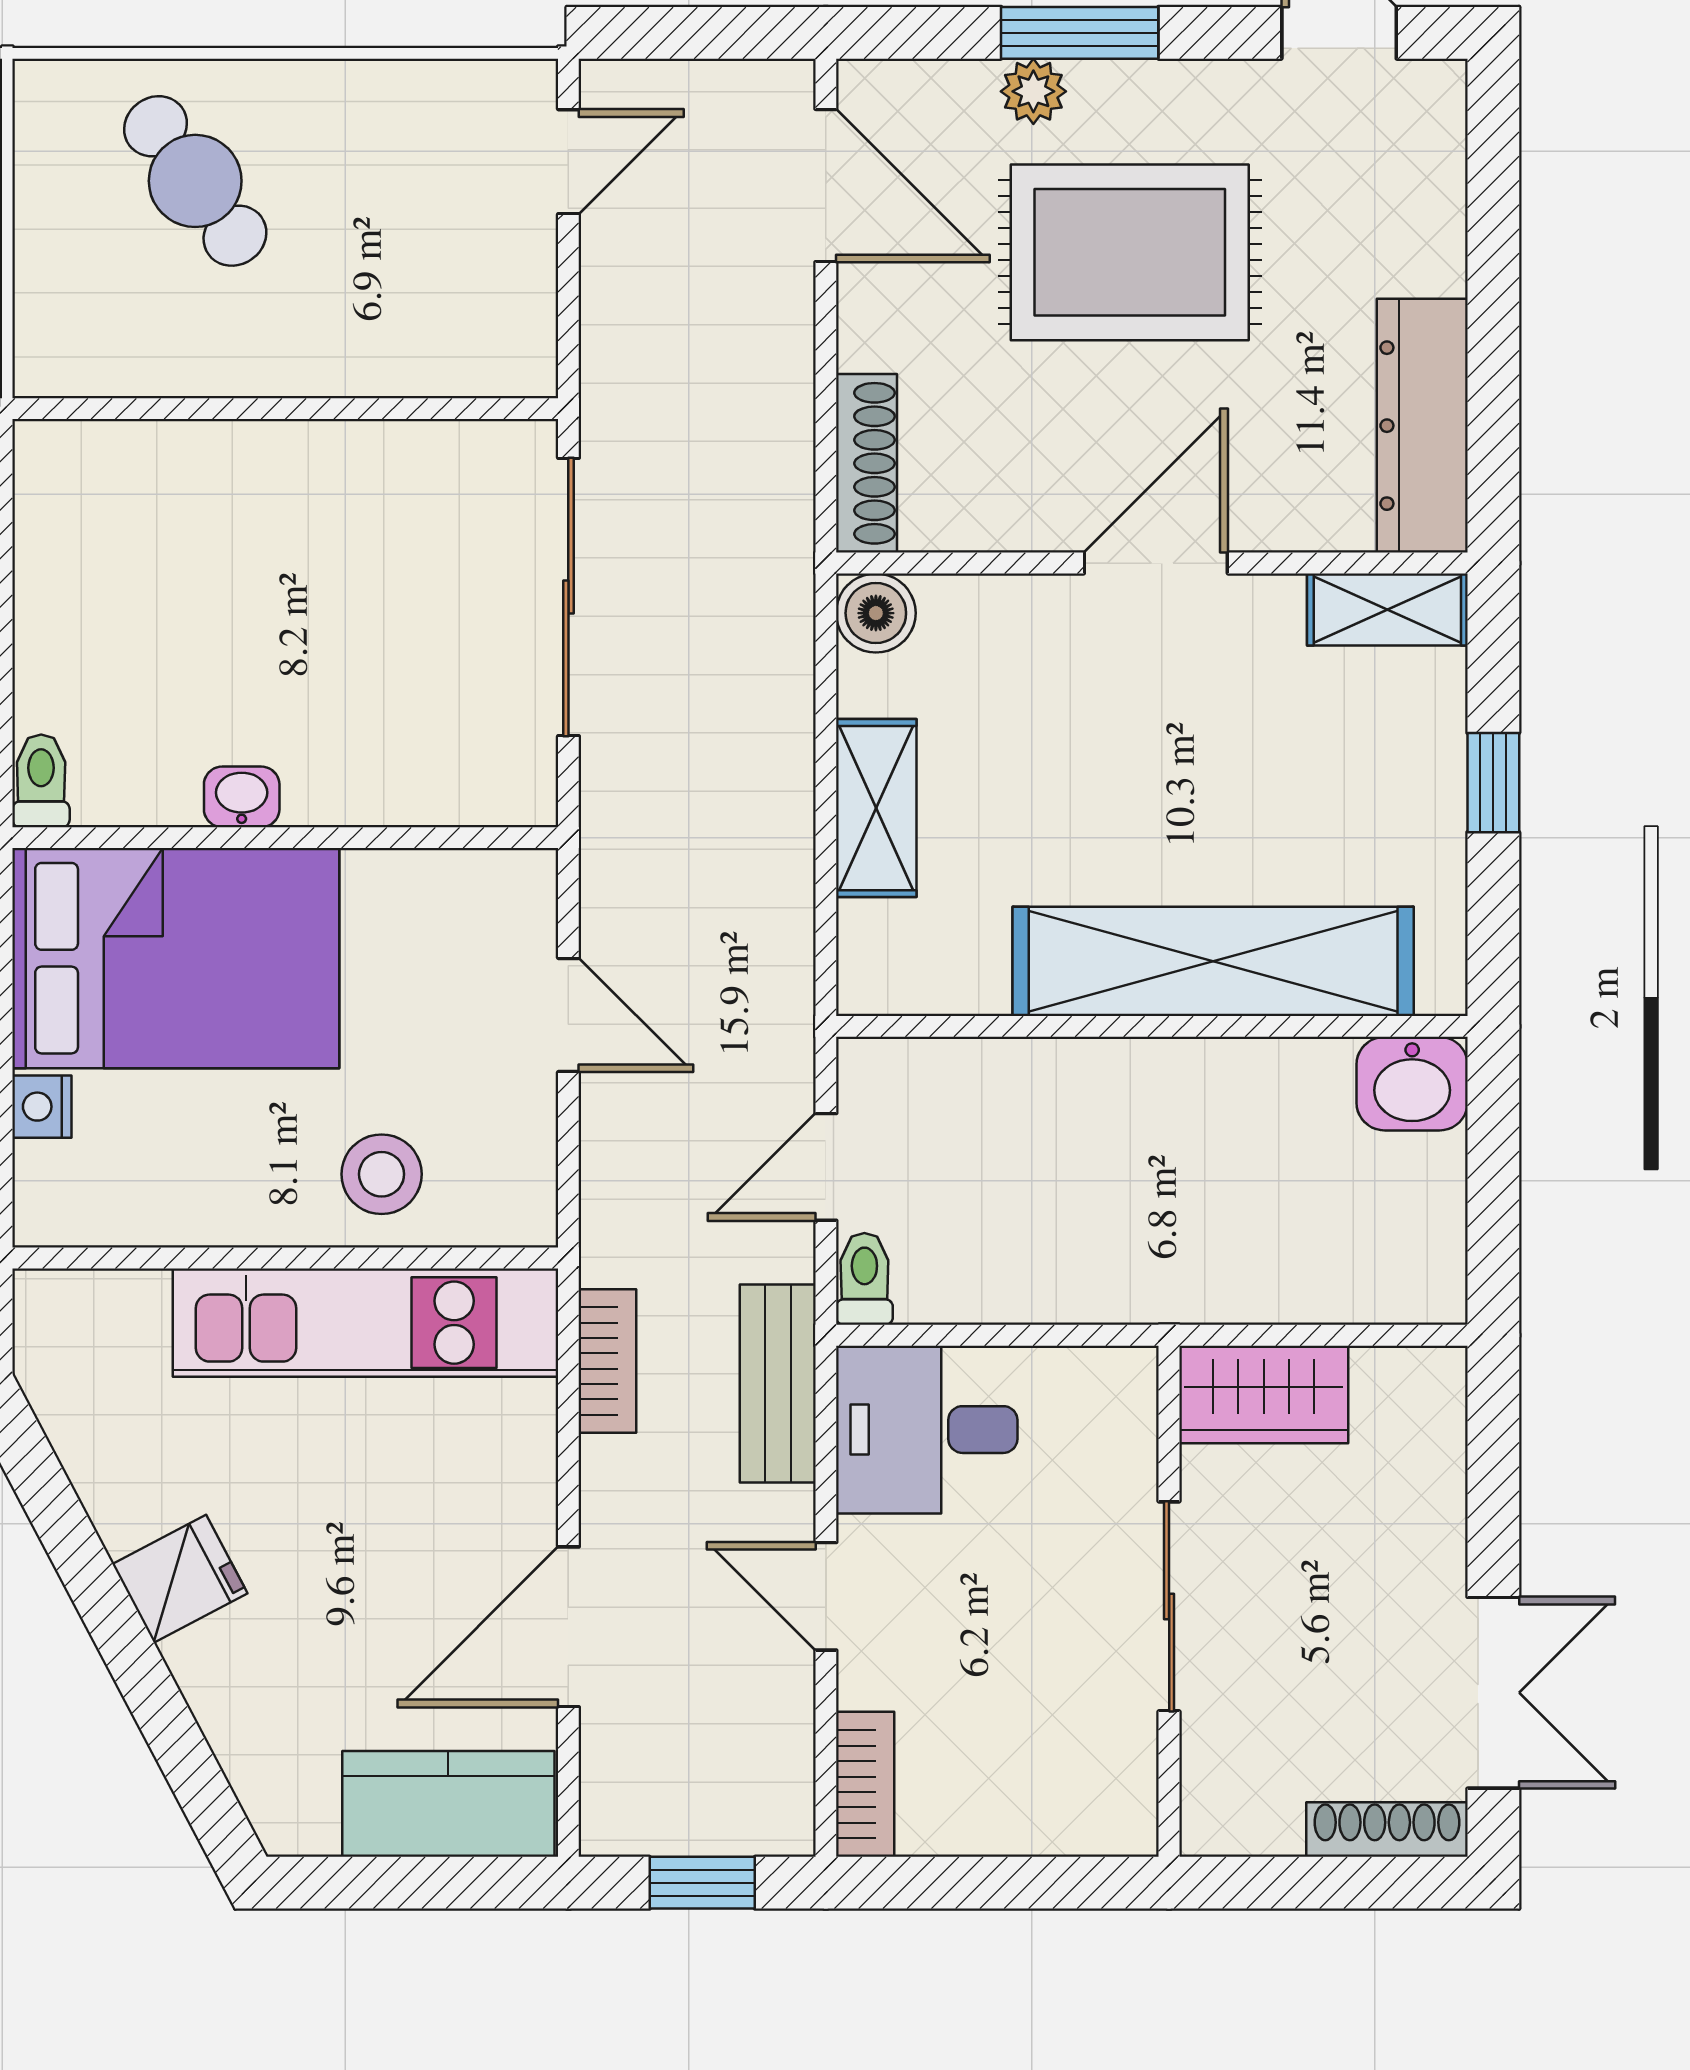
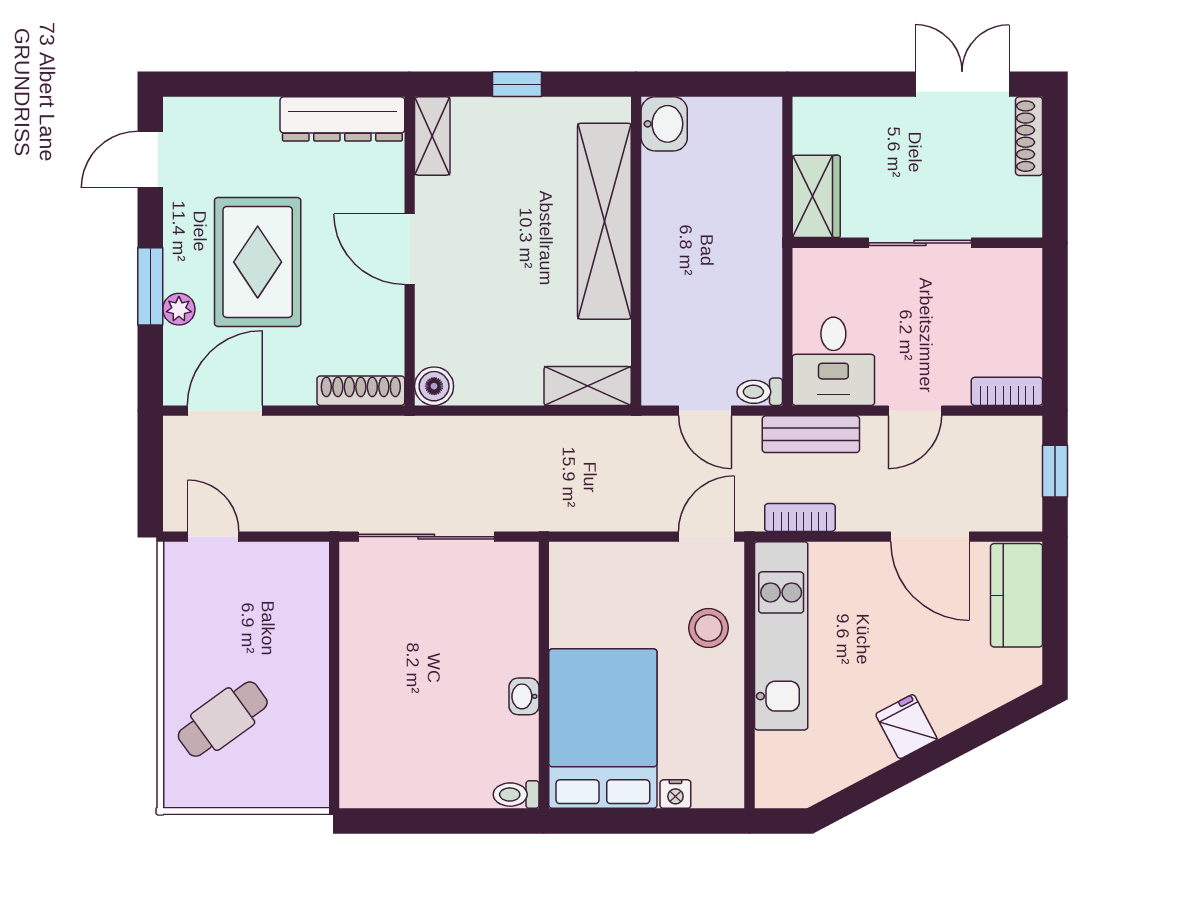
shelving: (876, 808) -> (588, 386), moved
door: (568, 1015) -> (706, 537), moved

